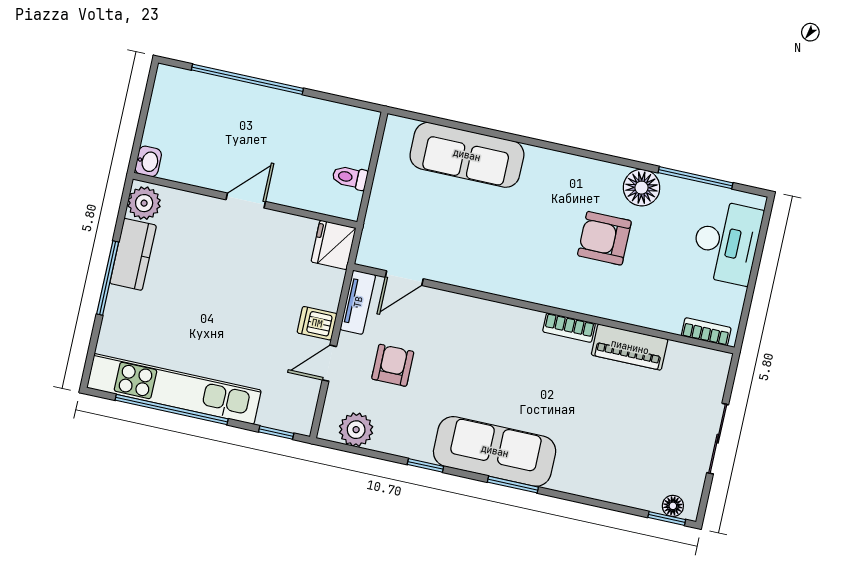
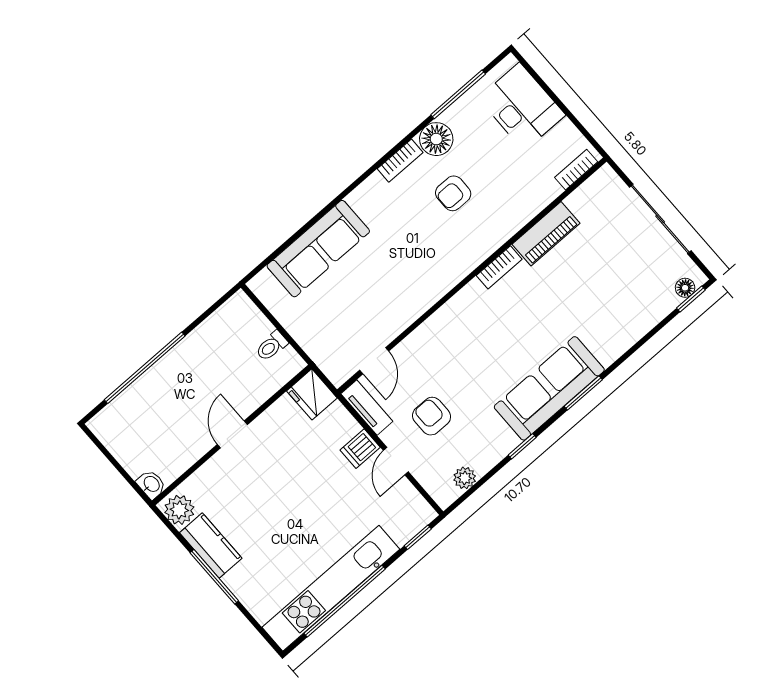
bookcase: (599, 170) -> (400, 161), added
armchair: (604, 238) -> (453, 193), width x0.72, depth x0.72
plant: (356, 430) -> (465, 478), width x0.73, depth x0.73
sliding door: (718, 439) -> (660, 219), width x1.37

